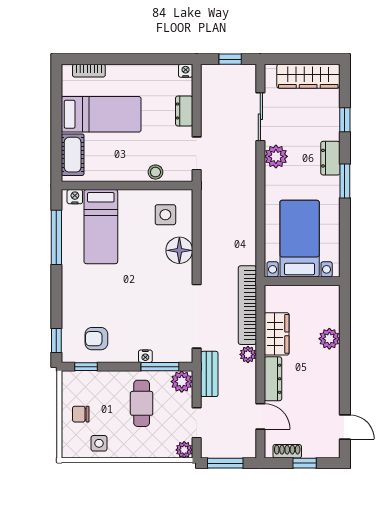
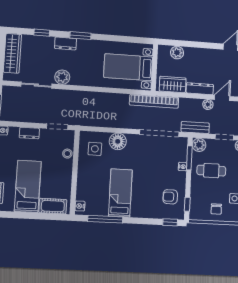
bed: (101, 227) -> (120, 193), moved, turned -90
bed with nightstands: (300, 239) -> (128, 67), moved
wall: (302, 281) -> (154, 68), moved
armchair: (96, 339) -> (170, 197), turned 90
plant: (248, 354) -> (208, 104), moved

